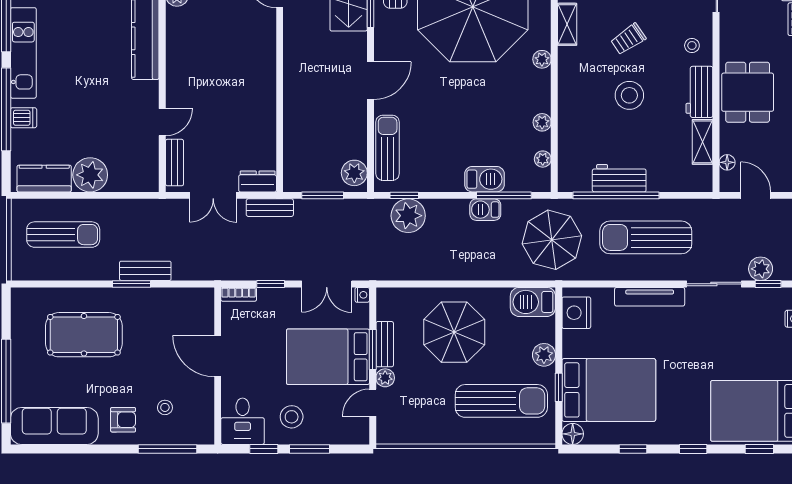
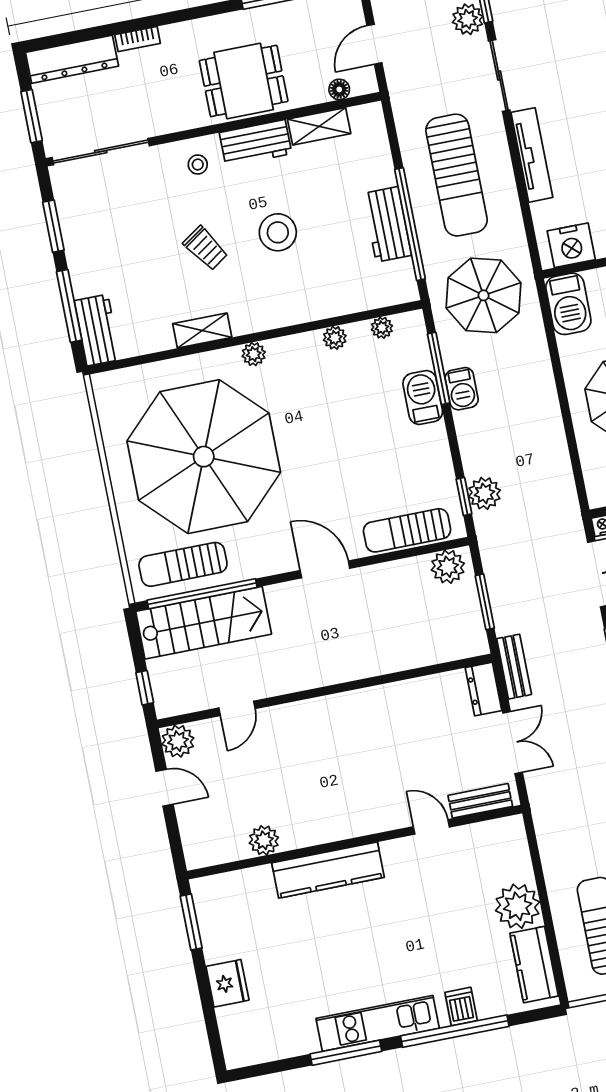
plant: (408, 216) -> (484, 493), width x0.73, depth x0.73

